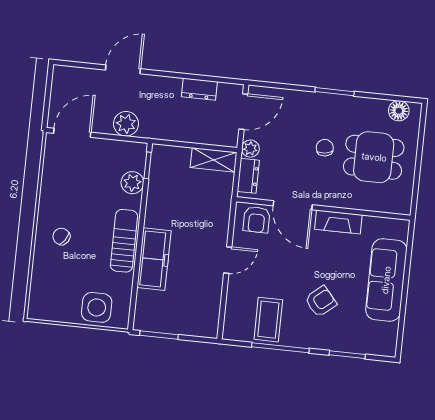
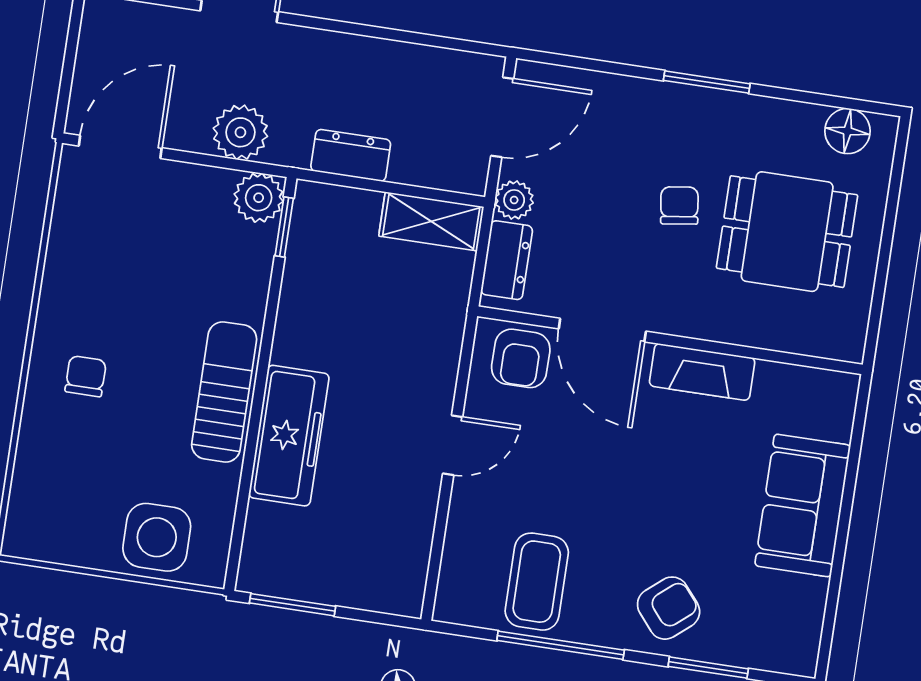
dresser: (199, 89) -> (351, 155), moved, turned 180
plant: (132, 183) -> (259, 198), moved
chair: (61, 236) -> (86, 376), turned 56
sofa: (386, 280) -> (803, 505), width x0.73
armchair: (321, 301) -> (669, 608), moved

